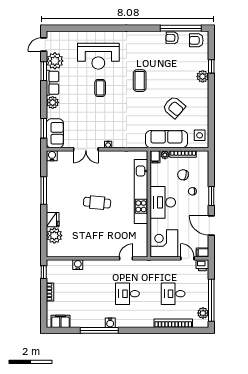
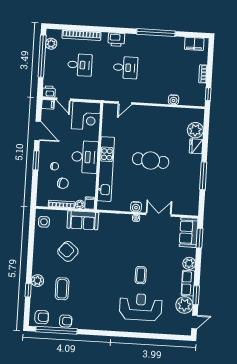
coffee table: (140, 81) -> (62, 289), moved
sofa: (167, 139) -> (83, 220), width x0.73
water cooler: (52, 156) -> (136, 207), moved
cafe table: (97, 203) -> (151, 161), width x1.37, depth x1.35
printer: (138, 321) -> (116, 40), added
water cooler: (110, 323) -> (145, 39), removed

